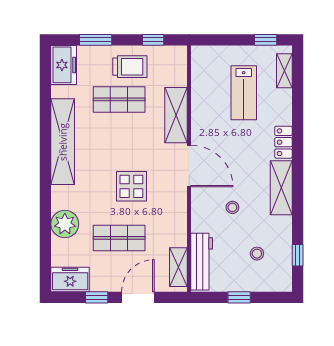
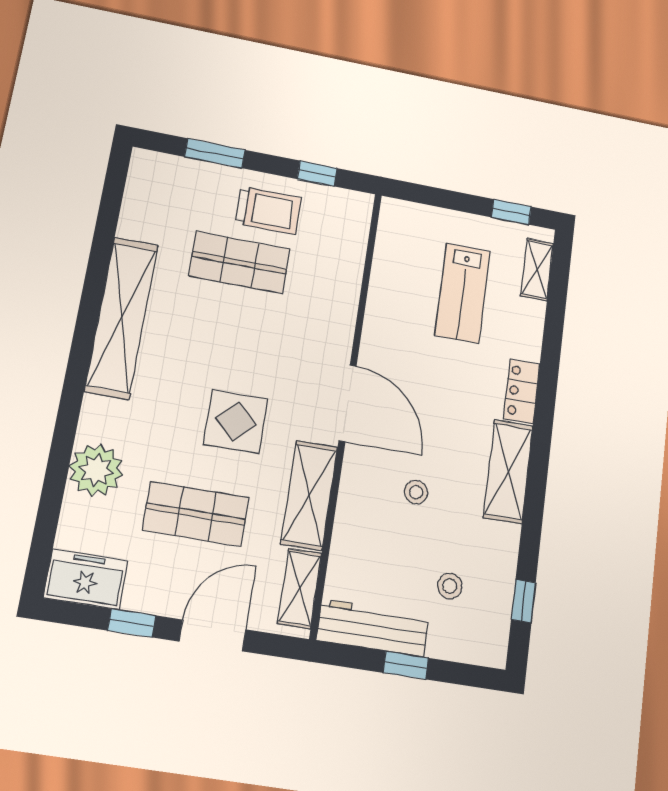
freezer: (64, 65) -> (149, 184), removed
shelving: (176, 115) -> (309, 495), moved
workbench: (202, 262) -> (373, 628), moved, turned -90

